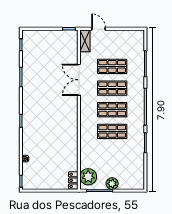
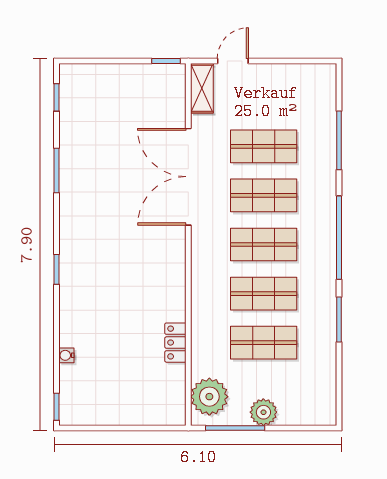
door: (99, 29) -> (233, 61), hinge flipped
double door: (79, 80) -> (188, 177), width x1.36
shop shelf: (112, 153) -> (264, 343), added
locker: (73, 180) -> (175, 343), moved

